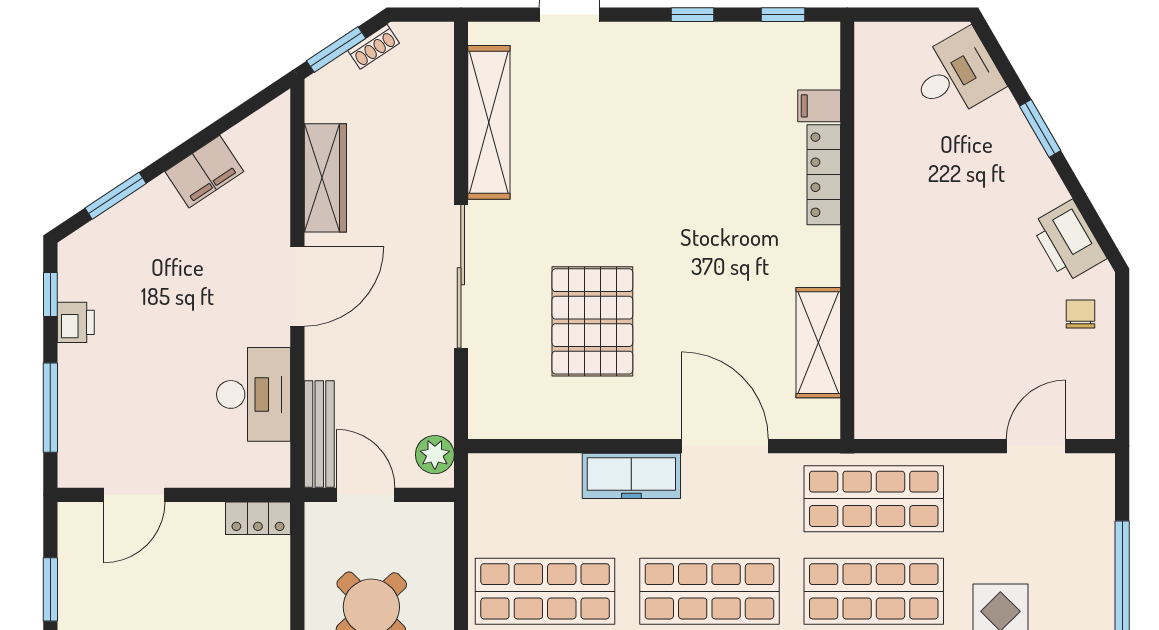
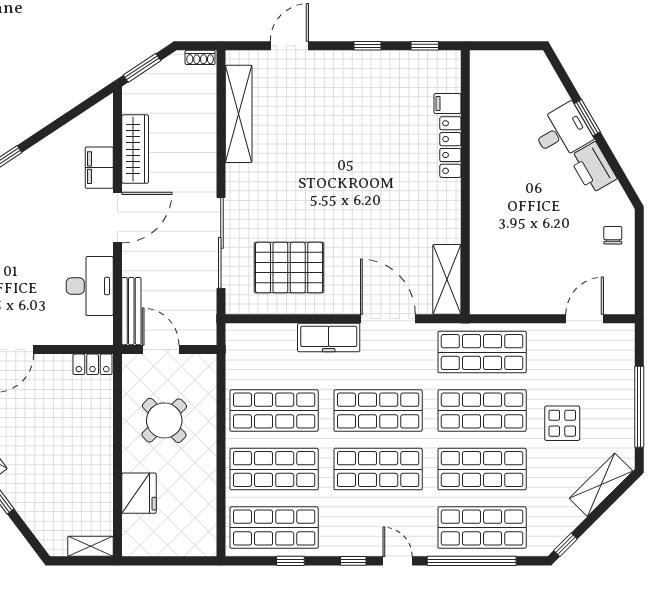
shoe rack: (374, 47) -> (200, 57), moved, turned 34
desk: (956, 75) -> (562, 132), moved
filing cabinet: (204, 172) -> (99, 168), moved, turned 124
printer: (1068, 241) -> (593, 168), moved
sliding door: (461, 276) -> (221, 243), moved
pallet: (592, 321) -> (289, 268), moved, turned 90
shelving: (818, 343) -> (447, 279), moved
plant: (435, 455) -> (204, 324), removed

